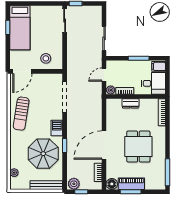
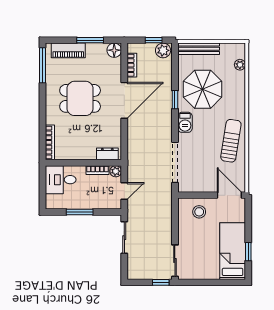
filing cabinet: (159, 66) -> (54, 201), removed
door: (22, 71) -> (229, 195), hinge flipped
dresser: (130, 103) -> (107, 154), moved
dining table: (138, 146) -> (80, 98), turned 90
piano: (131, 184) -> (68, 50), moved

